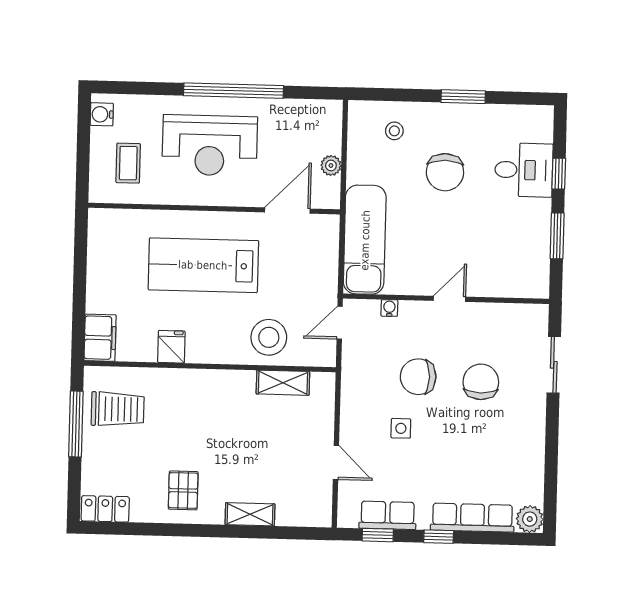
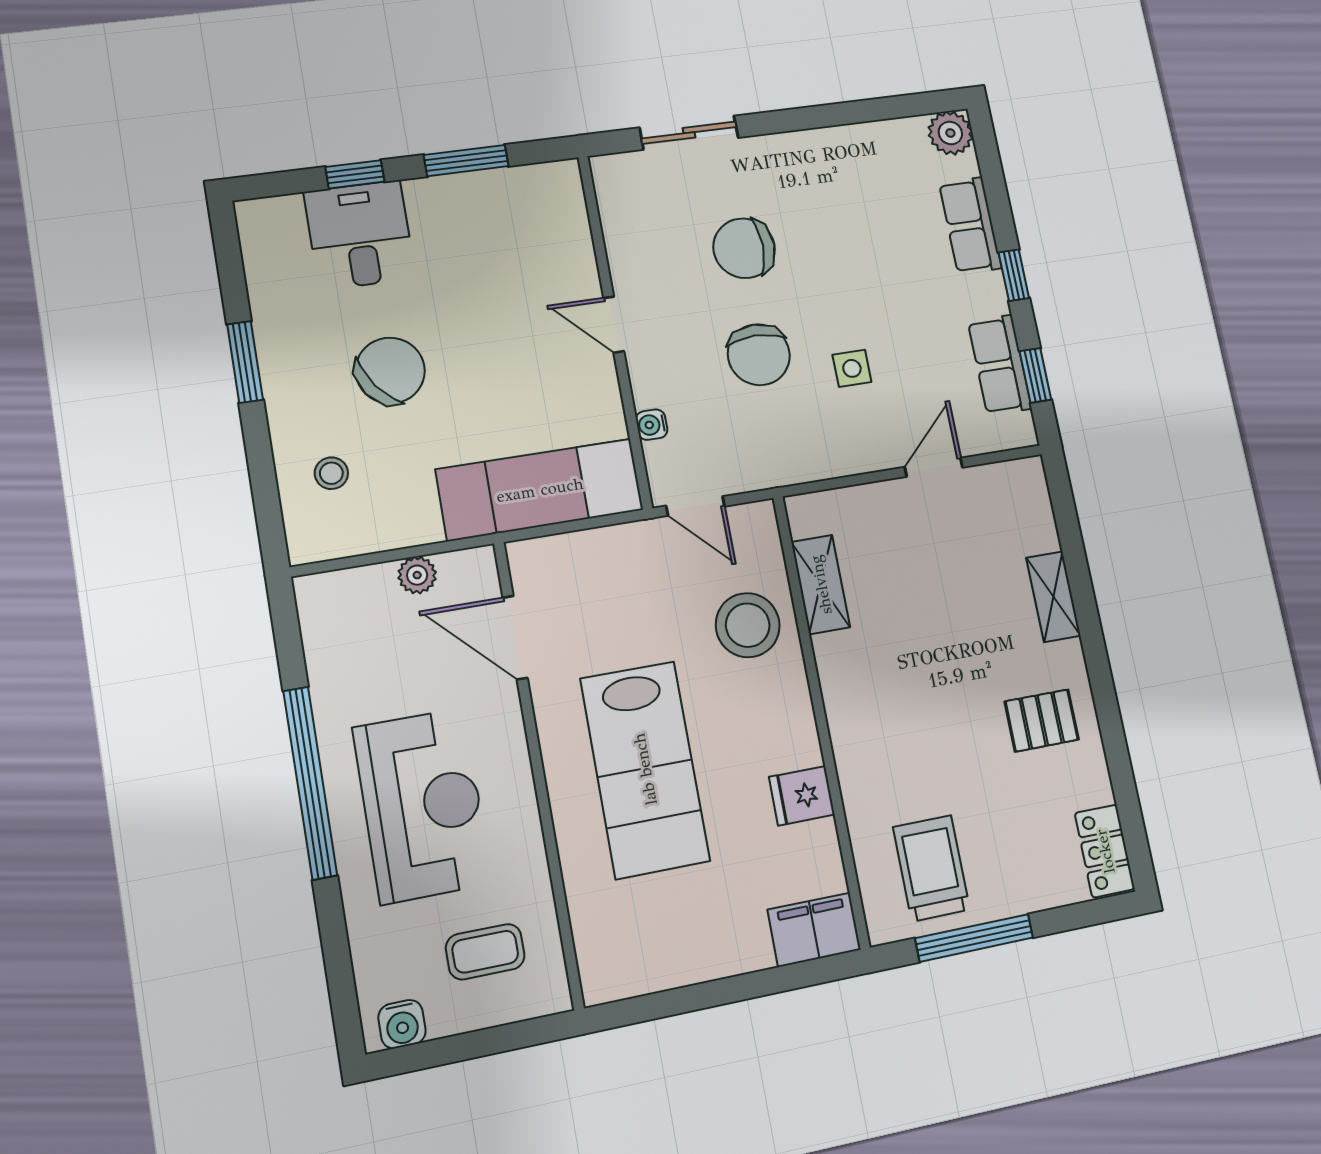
chair: (445, 172) -> (390, 371), turned -36
row of seats: (472, 518) -> (970, 226), width x0.68

